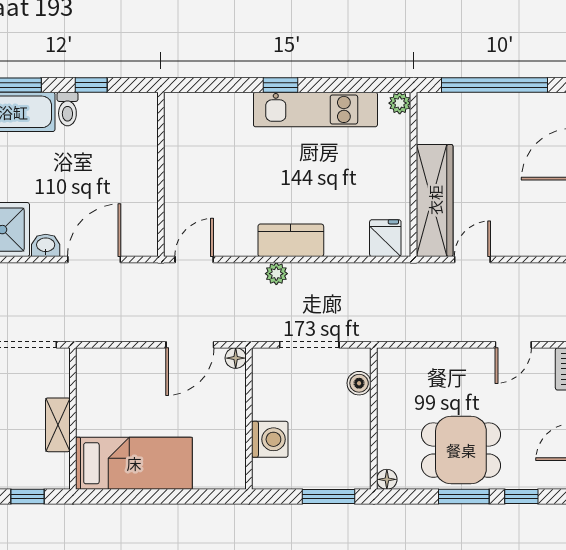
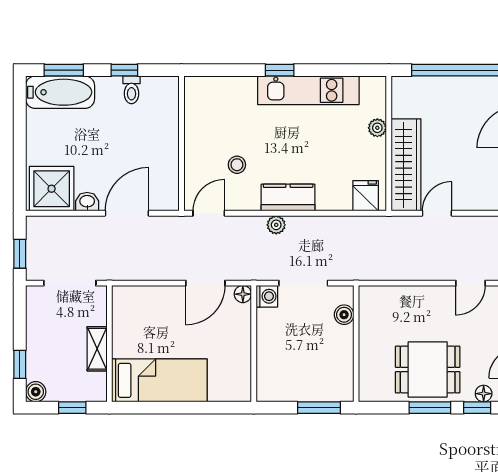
plant: (400, 103) -> (377, 128), moved
toilet: (67, 109) -> (131, 90), moved
stool: (228, 200) -> (237, 165), added
washing machine: (270, 439) -> (267, 296), moved, width x0.73, depth x0.73
floor lamp: (387, 479) -> (484, 394), moved

